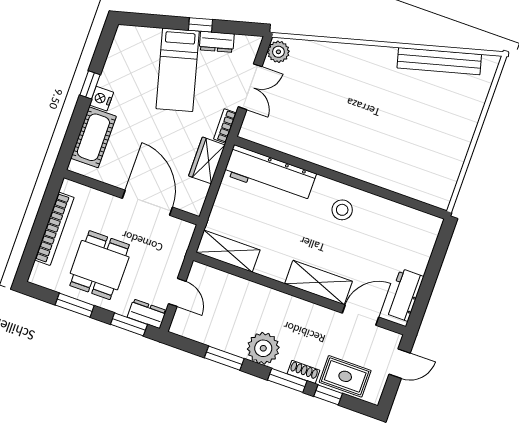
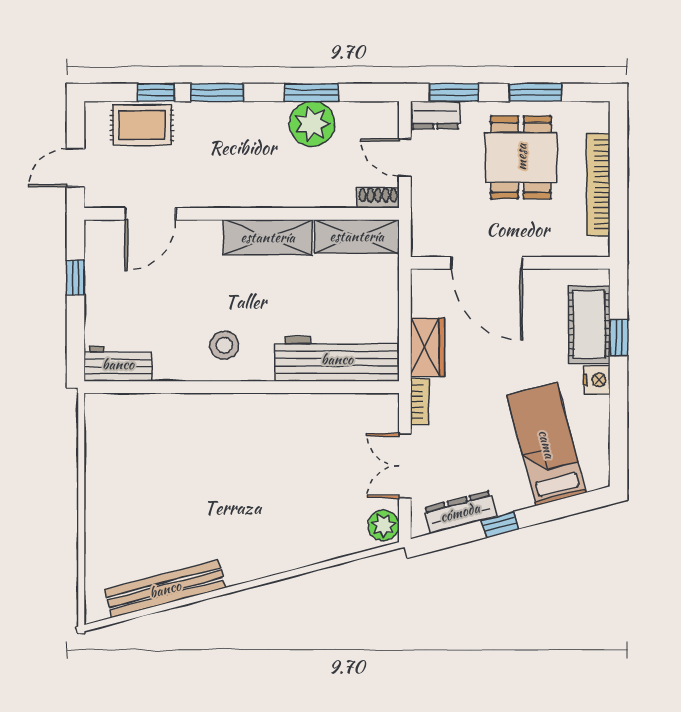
dresser: (217, 42) -> (460, 512), width x1.44
bed: (178, 70) -> (547, 444), moved
window: (90, 85) -> (619, 338), moved
shelving: (319, 283) -> (268, 237), moved
window: (426, 290) -> (75, 278), added
workbench: (404, 295) -> (118, 364), moved, turned -90
plant: (263, 348) -> (312, 124), moved
shoe rack: (303, 372) -> (378, 198), moved, turned 180

